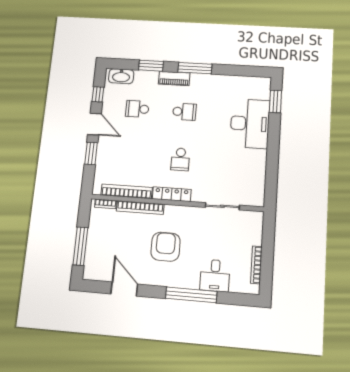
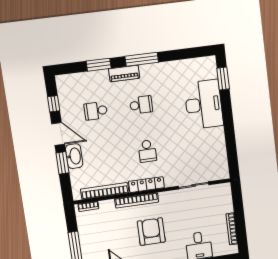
washbasin: (121, 76) -> (74, 156), moved, turned -90
bookcase: (140, 208) -> (137, 200), moved

